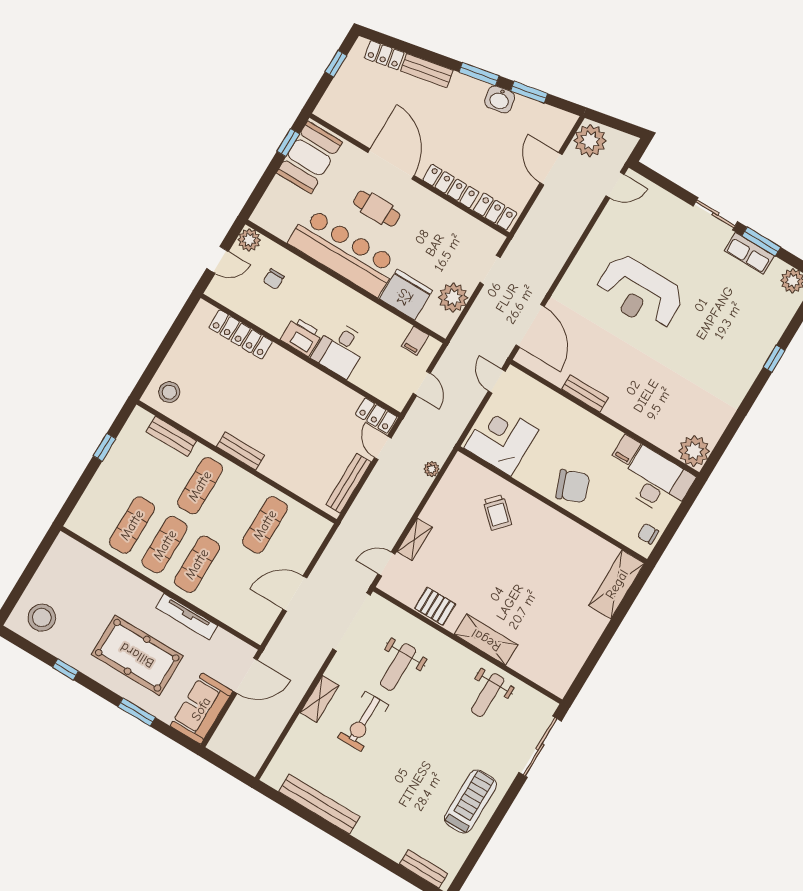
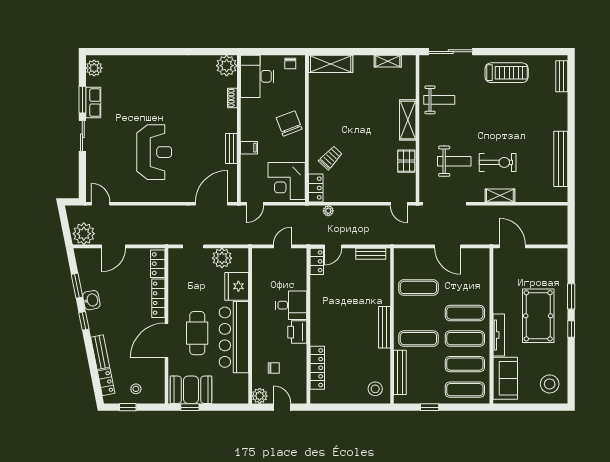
window: (479, 74) -> (84, 321), width x0.67
stool: (353, 88) -> (136, 389), added
cafe table: (377, 209) -> (197, 333), width x1.37, depth x1.35
filing cabinet: (415, 341) -> (260, 265), removed
window: (774, 359) -> (145, 52), removed
shoe rack: (648, 433) -> (232, 98), added
bench: (171, 436) -> (400, 372), width x1.36
filing cabinet: (627, 449) -> (249, 148), moved
bench: (241, 451) -> (384, 327), width x1.36
locker: (470, 470) -> (316, 188), added
bench: (349, 483) -> (371, 254), width x0.73
exercise mat: (100, 505) -> (465, 390), added
shelving: (415, 539) -> (388, 61), moved
tv unit: (187, 617) -> (499, 335), moved
window: (66, 669) -> (571, 329), moved
sofa: (201, 709) -> (505, 378), moved, turned -90
treadmill: (470, 802) -> (507, 73), turned 180

